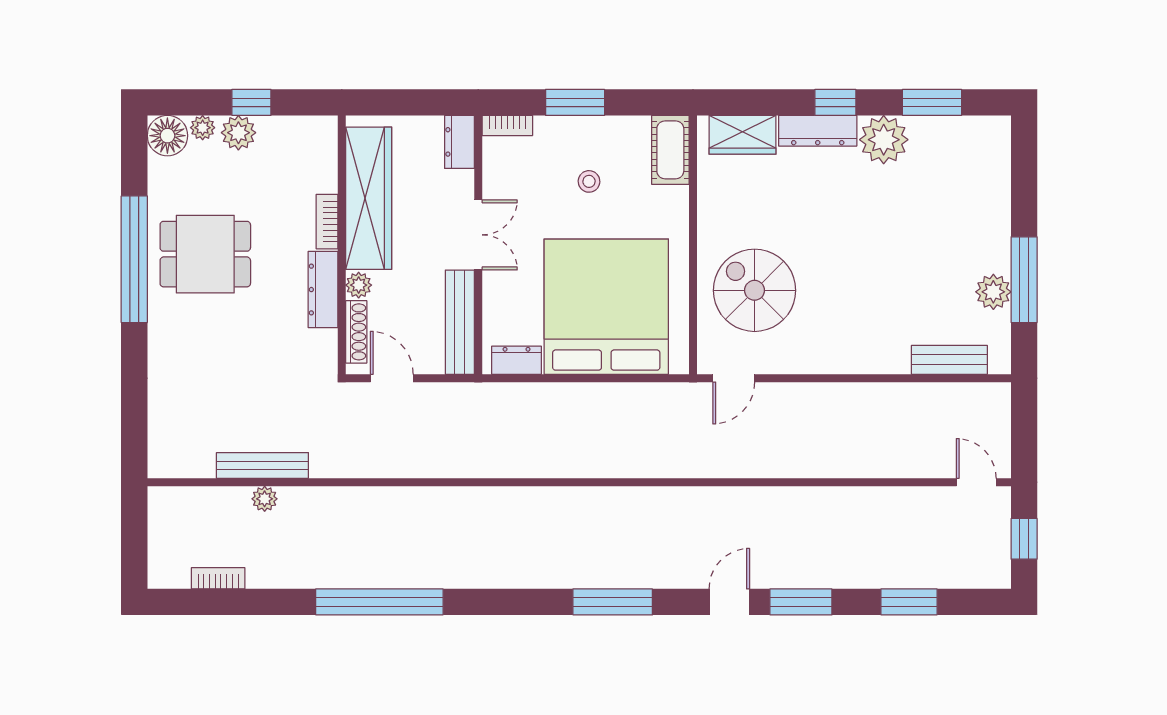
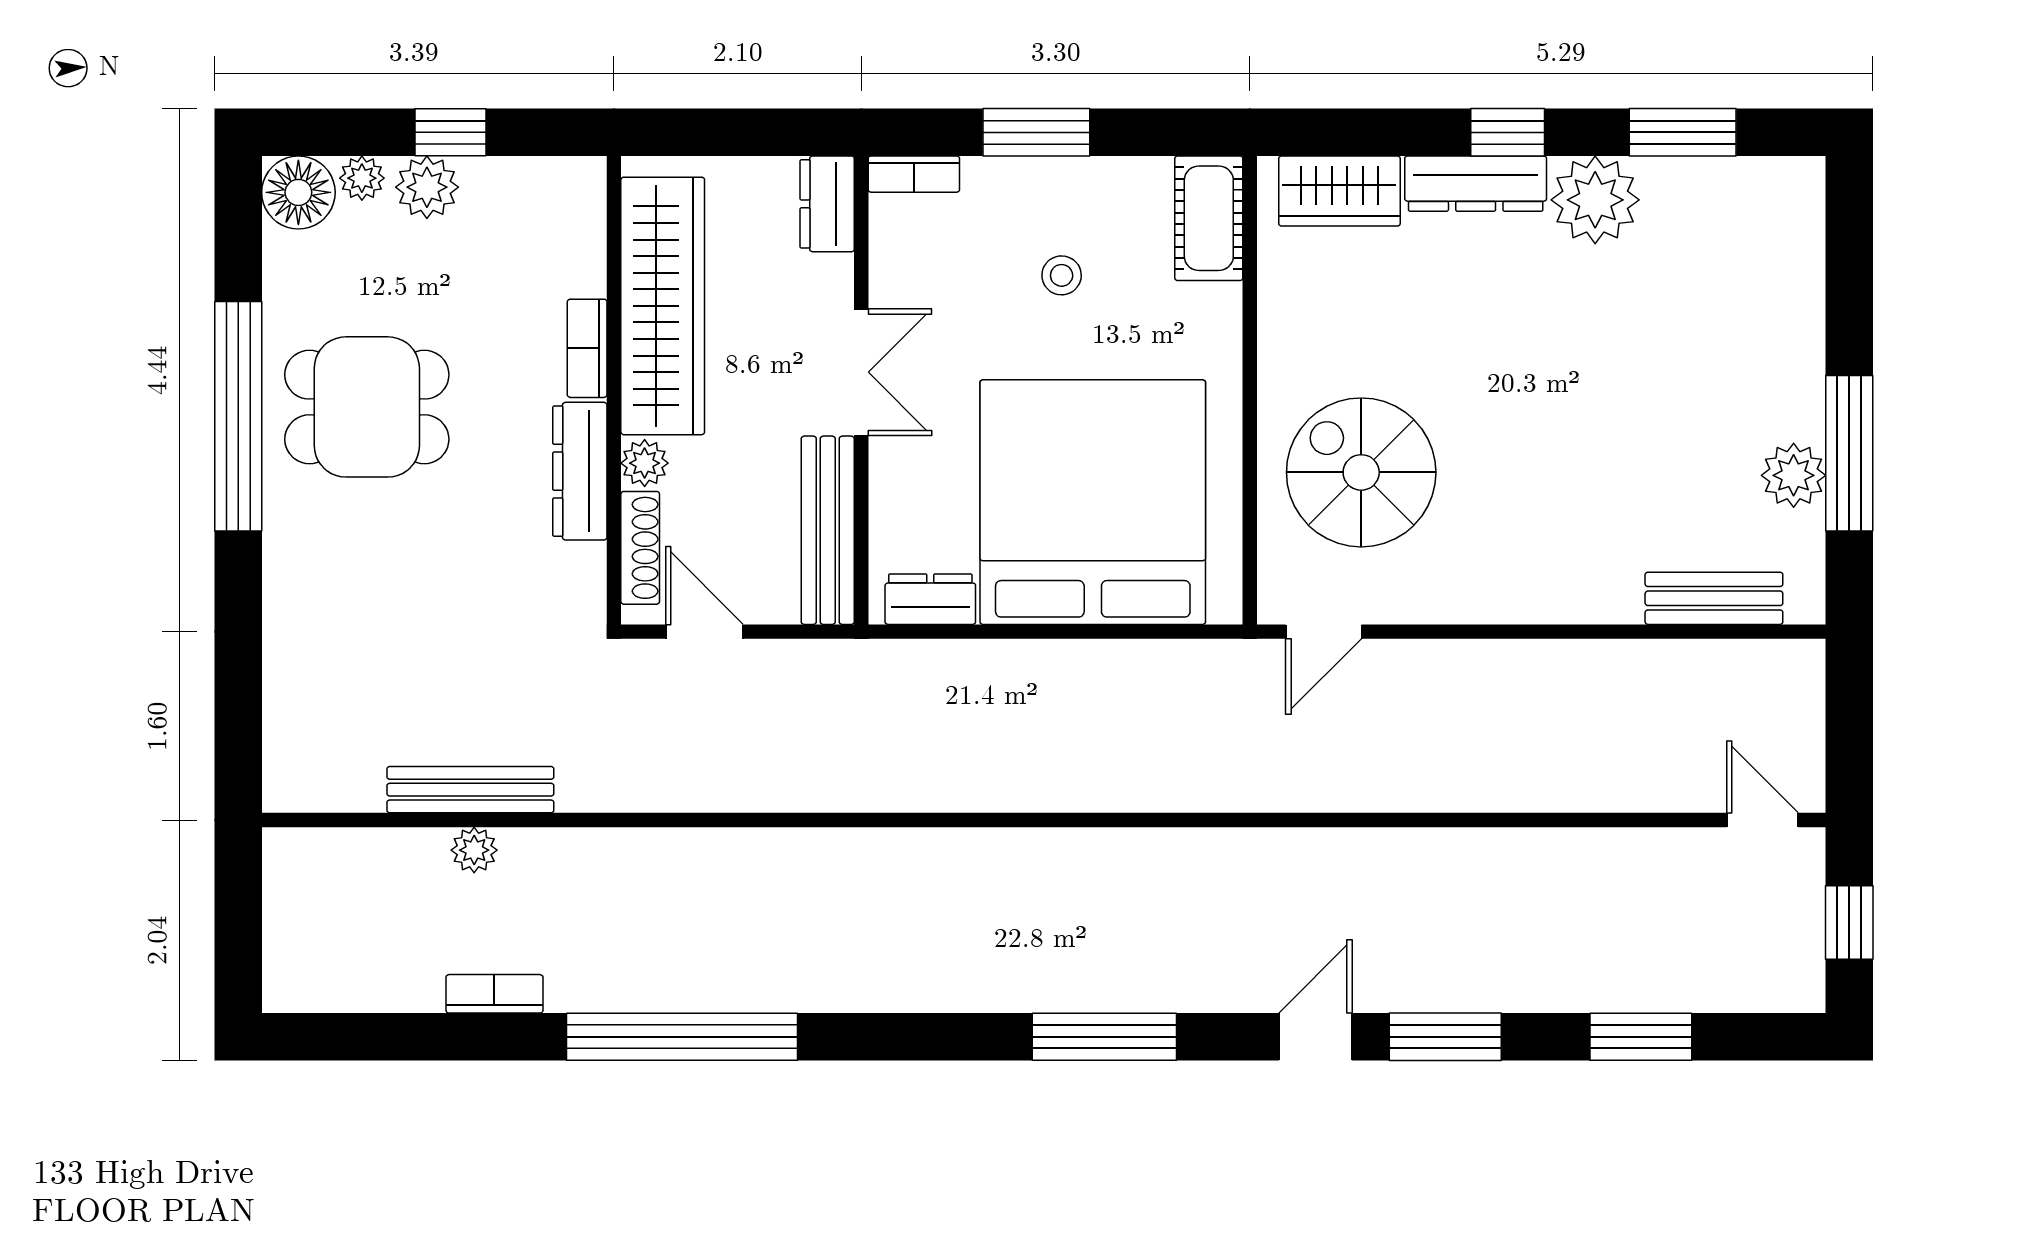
bookcase: (218, 578) -> (494, 994), moved

